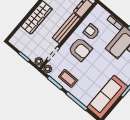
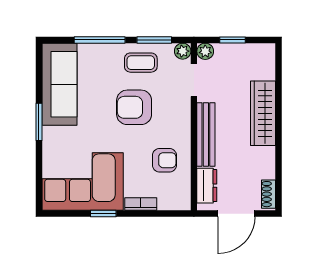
armchair: (80, 49) -> (134, 107), moved

